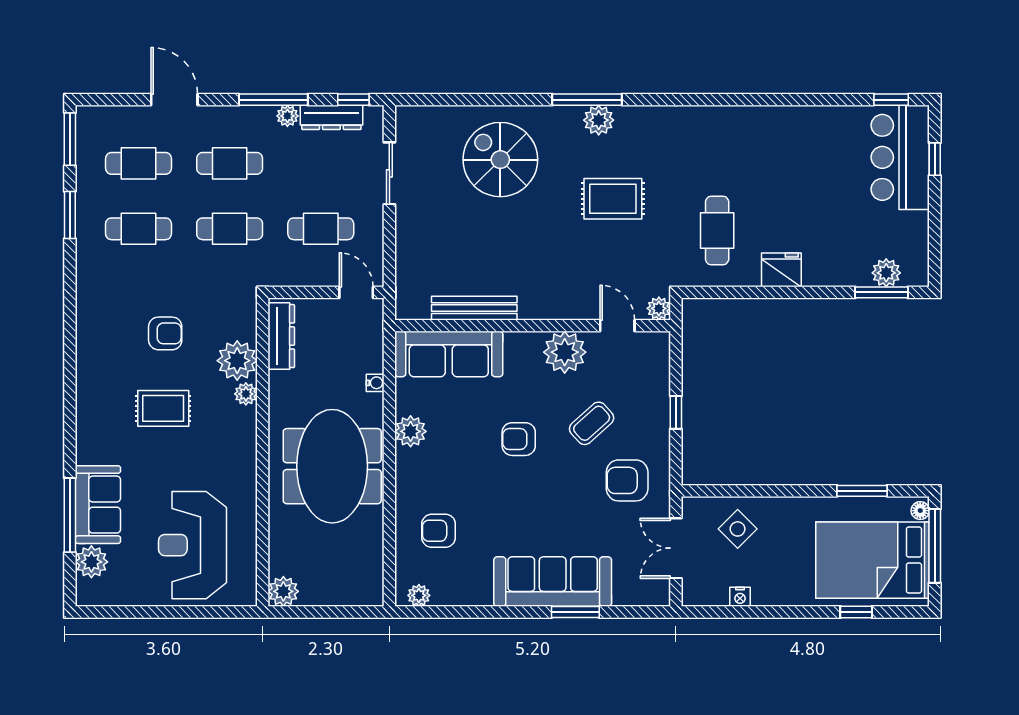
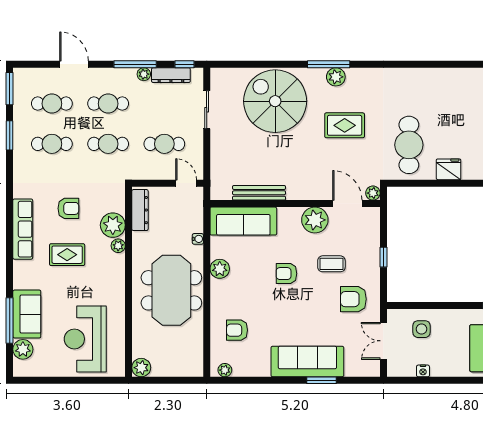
spiral stairs: (500, 160) -> (275, 101), width x1.37, depth x1.37
cafe table: (717, 230) -> (409, 145), width x1.37, depth x1.35
door: (617, 326) -> (347, 204), width x1.38
row of seats: (91, 367) -> (23, 229), added
coffee table: (592, 423) -> (331, 264), turned 42
side table: (738, 529) -> (422, 329), turned 45

